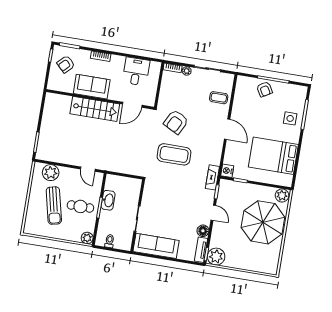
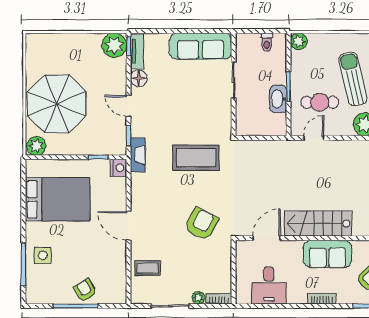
coffee table: (174, 154) -> (196, 158), moved
door: (88, 169) -> (314, 138), hinge flipped
cafe table: (80, 206) -> (320, 102), moved

